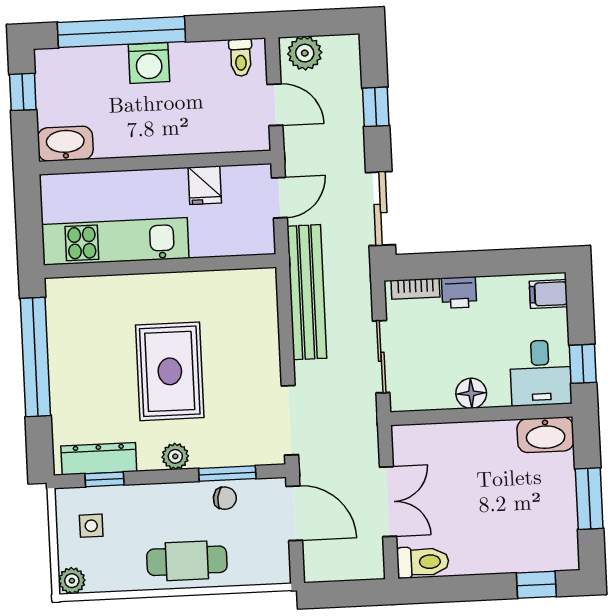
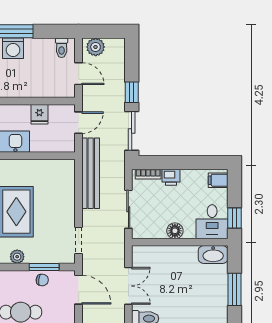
window: (376, 107) -> (132, 92), moved
doorway: (290, 420) -> (79, 240), width x0.73

